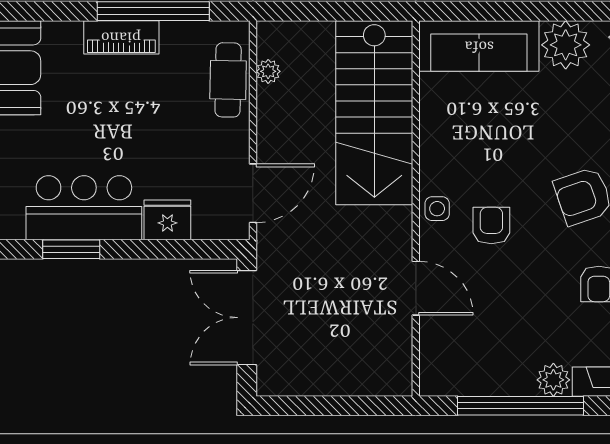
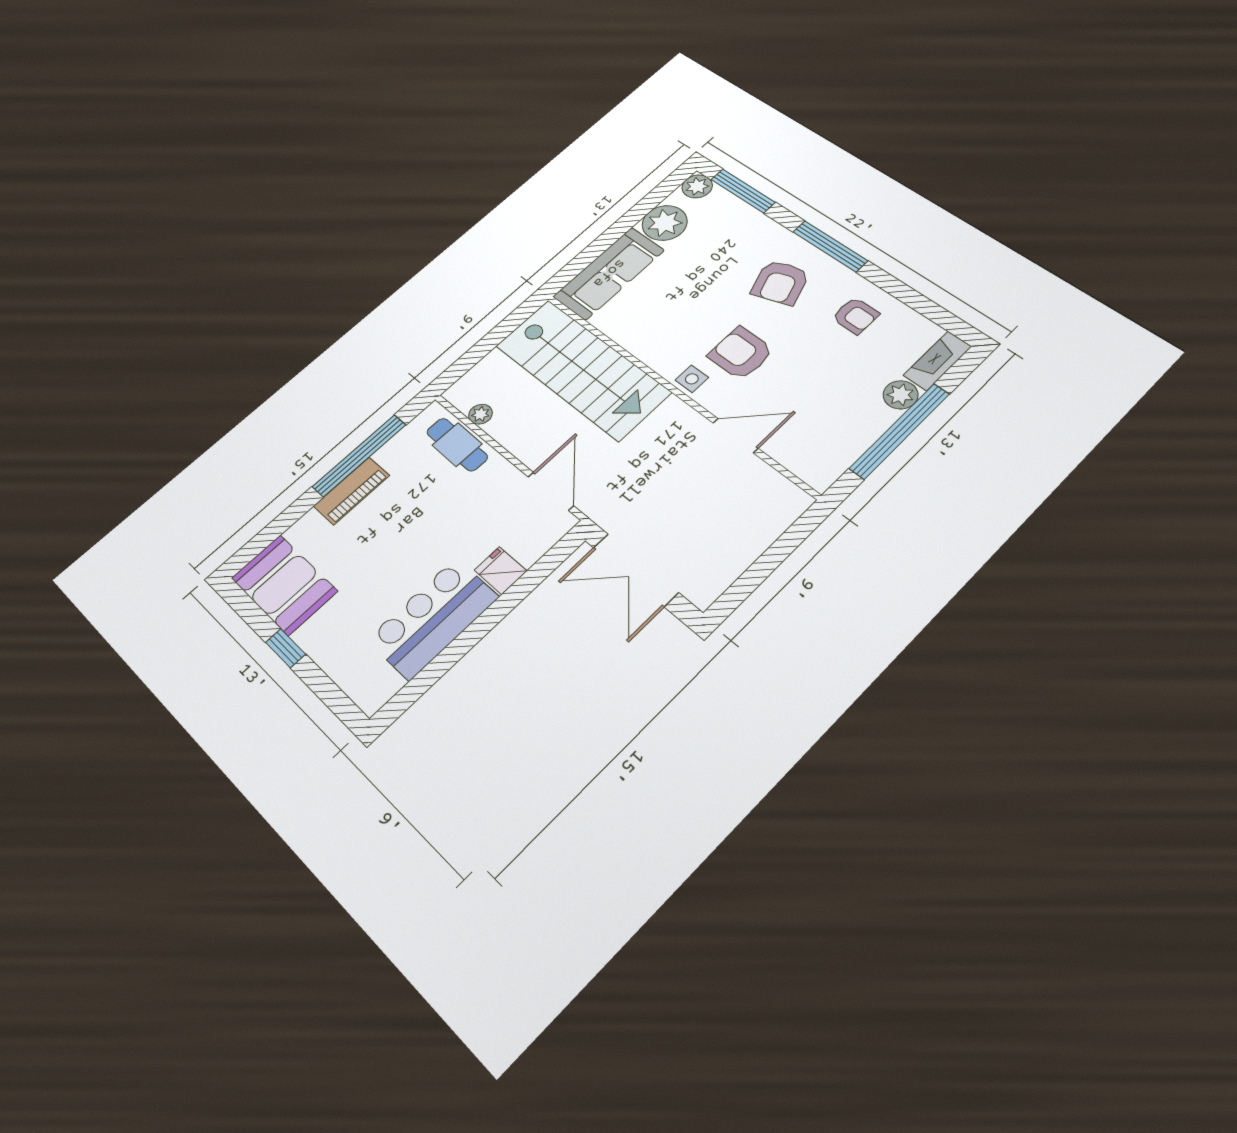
fridge: (167, 220) -> (501, 571), width x0.72
armchair: (491, 226) -> (741, 353), width x1.38, depth x1.38
window: (71, 249) -> (452, 654), removed

